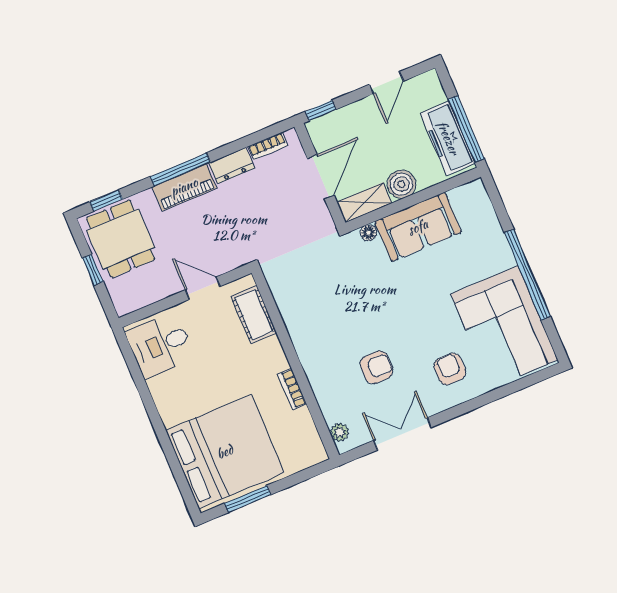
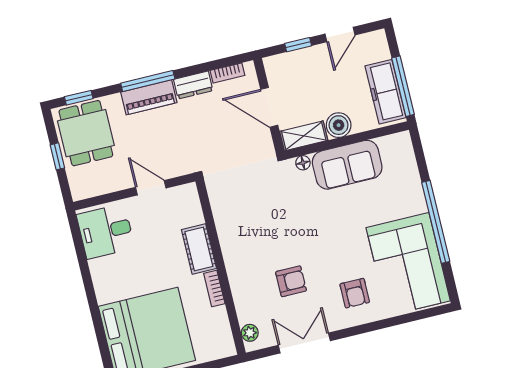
window: (320, 110) -> (298, 45), moved
door: (321, 177) -> (269, 107), swing flipped
cot: (254, 315) -> (199, 249), moved
armchair: (450, 369) -> (355, 293), turned 180

